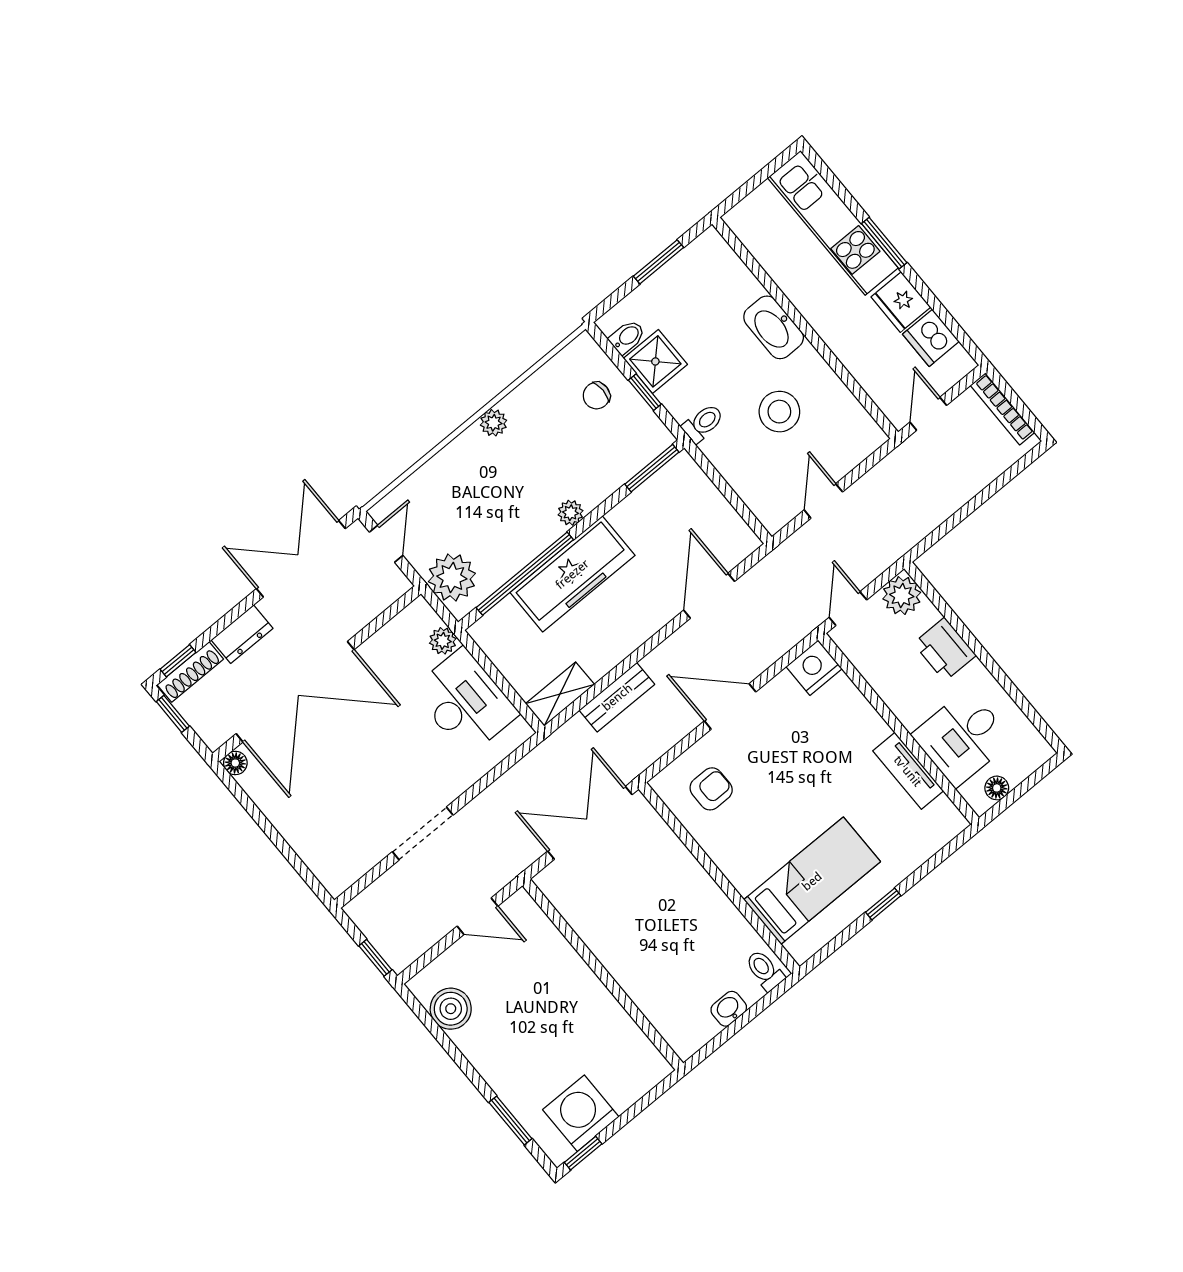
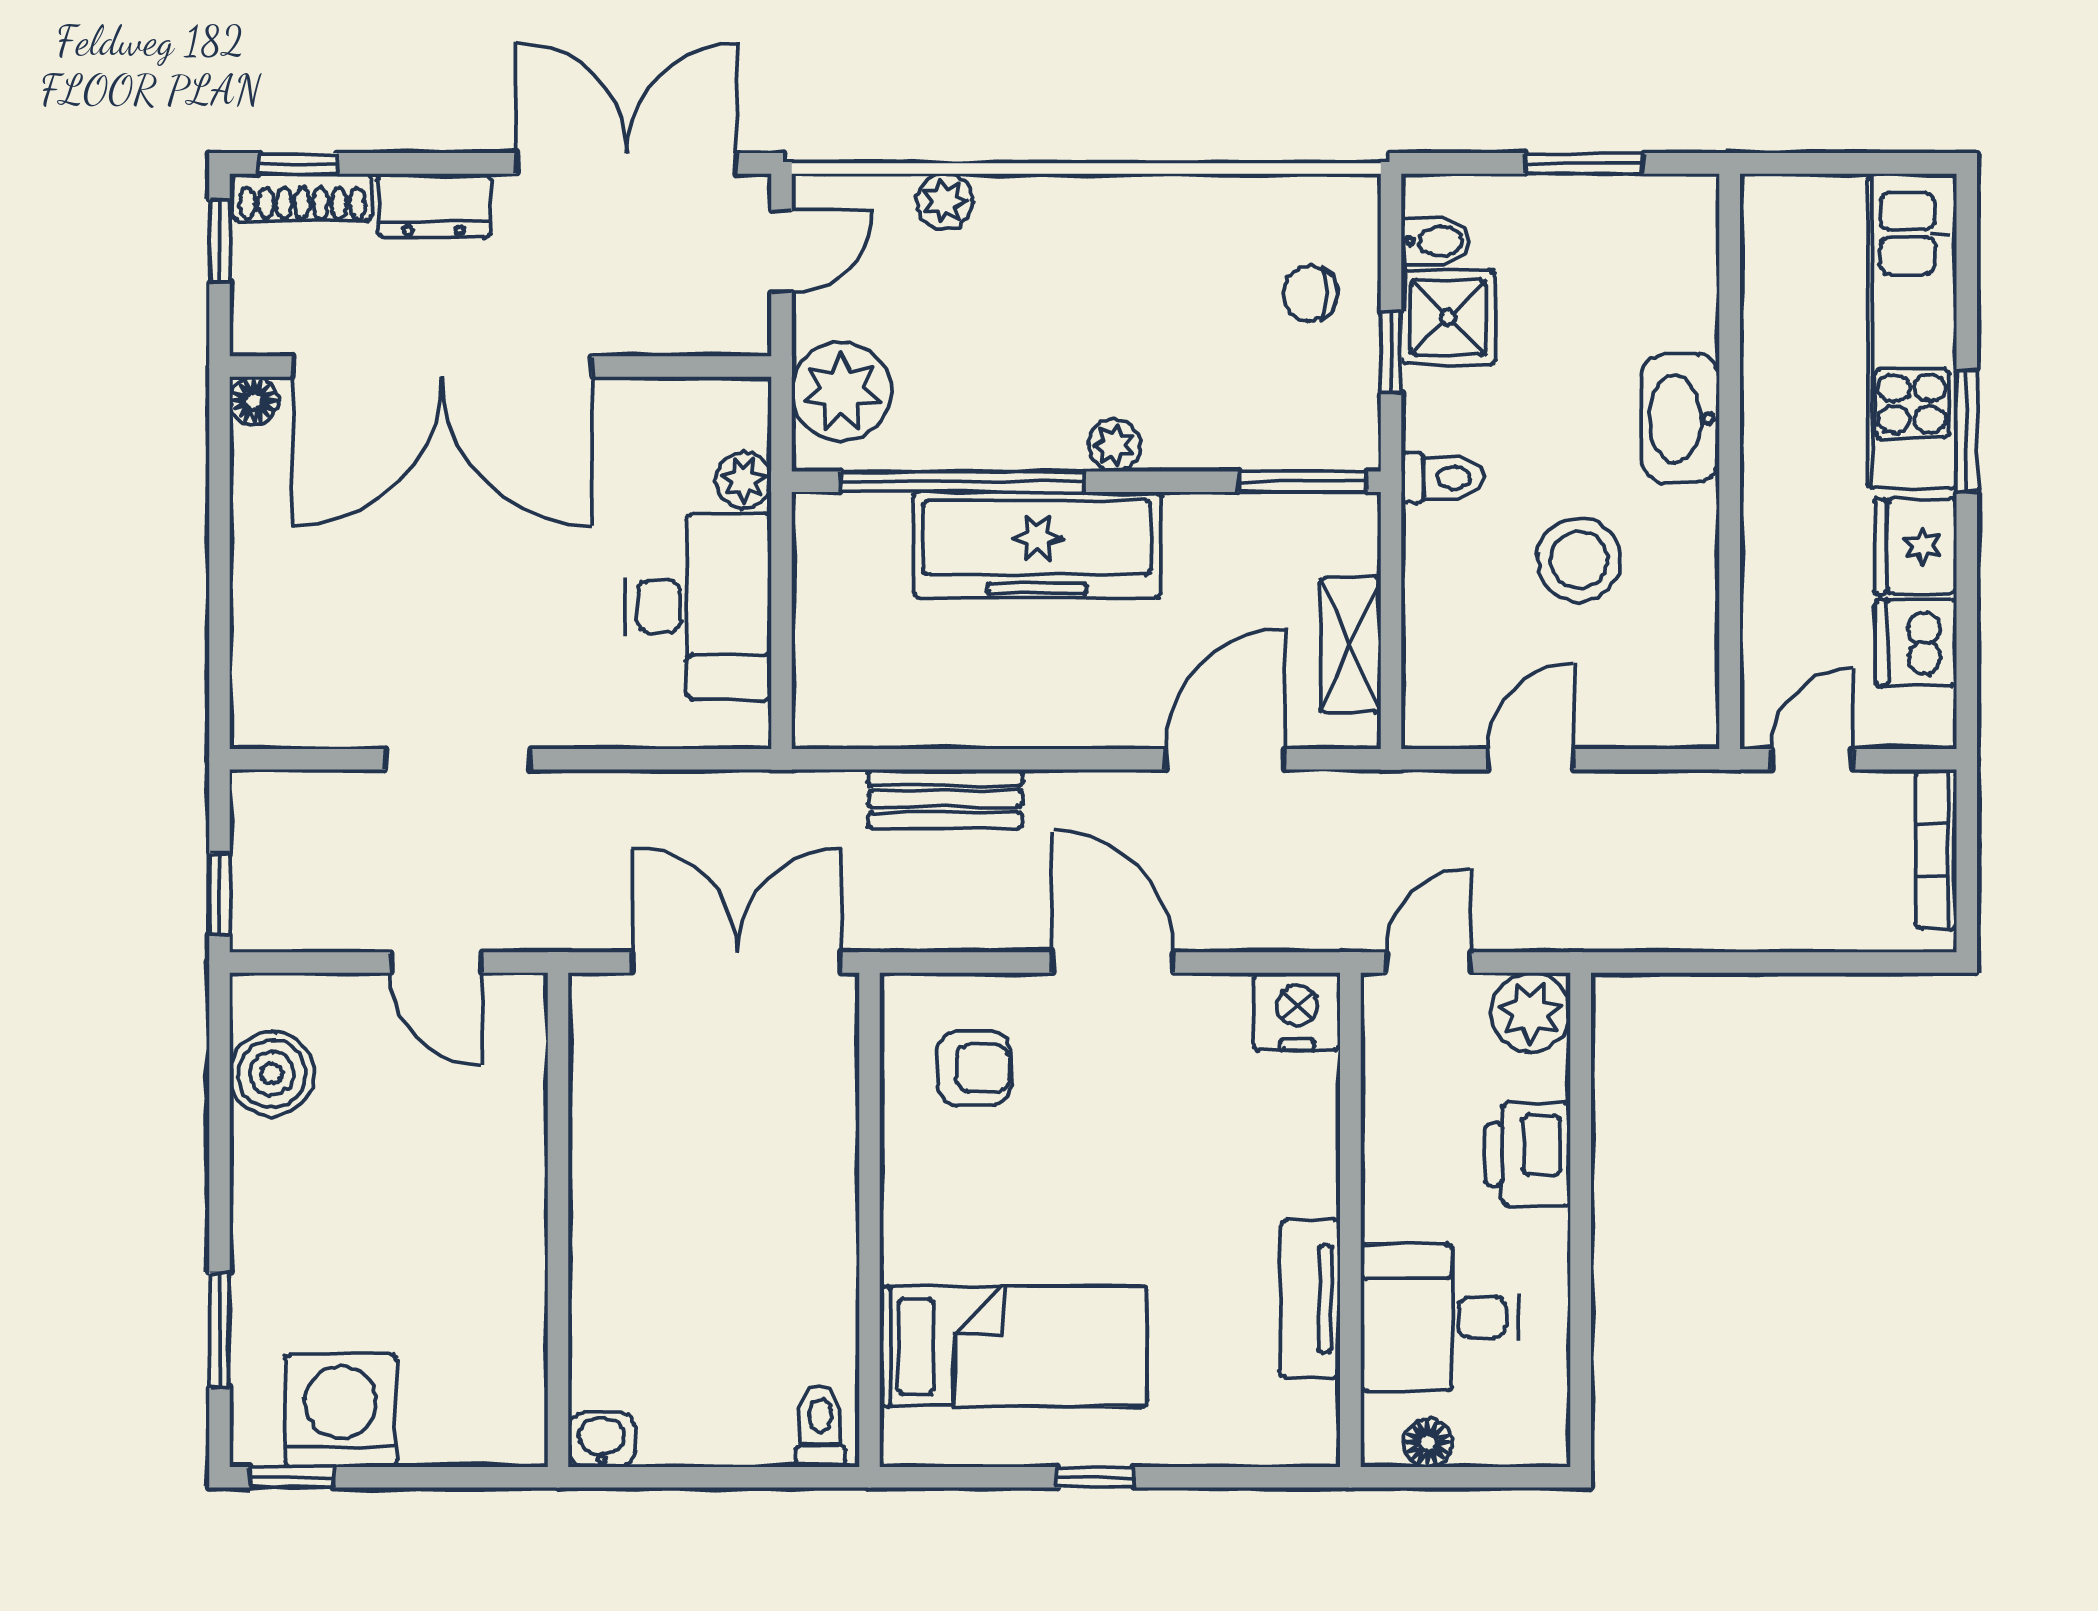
plant: (494, 423) -> (945, 201), moved
shelving: (560, 694) -> (1351, 645), moved, turned 90
washbasin: (729, 1009) -> (602, 1440), moved

